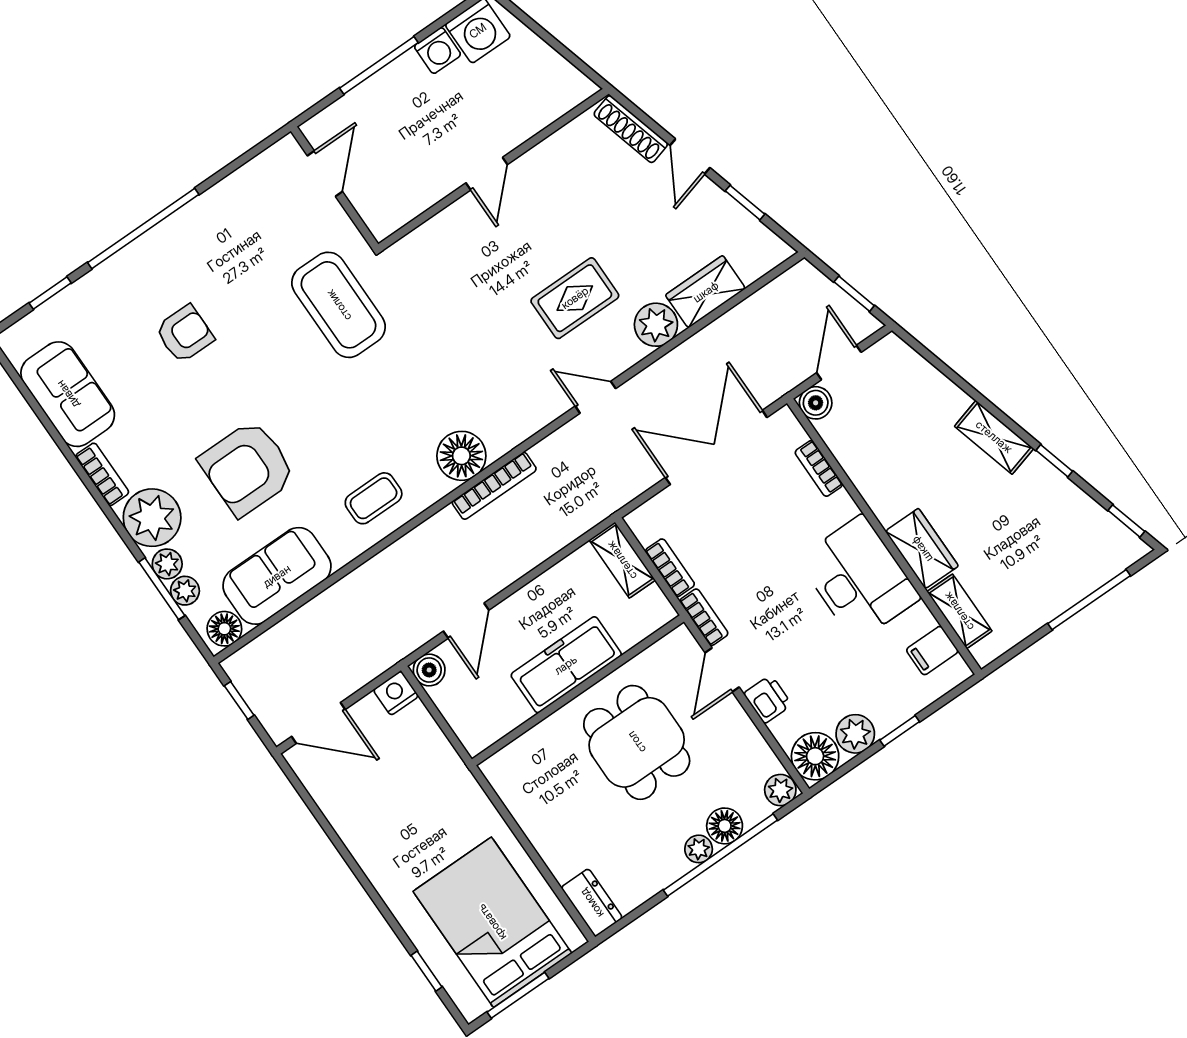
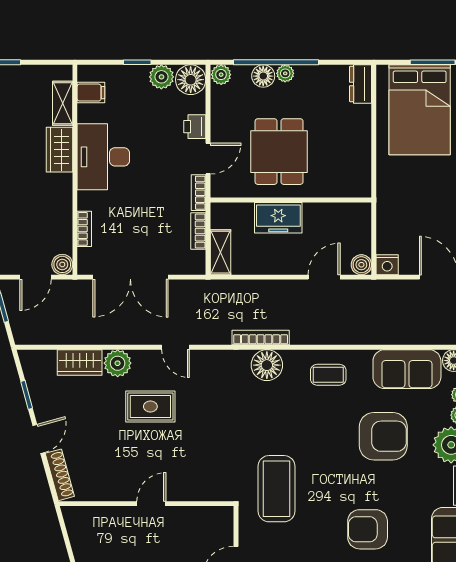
armchair: (185, 334) -> (368, 529), width x1.38, depth x1.38
freezer: (566, 665) -> (278, 218), width x0.71

